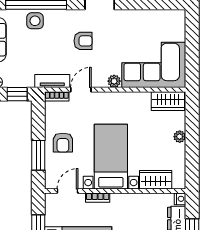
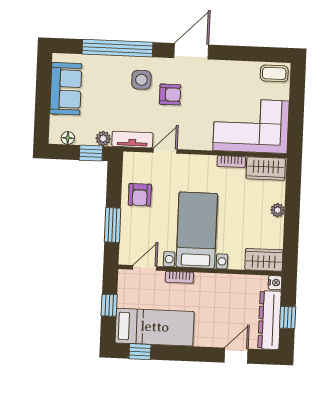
coffee table: (172, 19) -> (274, 73), added
side table: (35, 21) -> (141, 80), moved
plant: (114, 81) -> (103, 139), moved
bookcase: (57, 96) -> (231, 162), moved
armchair: (63, 143) -> (140, 195), moved
wardrobe: (156, 180) -> (264, 260), moved

